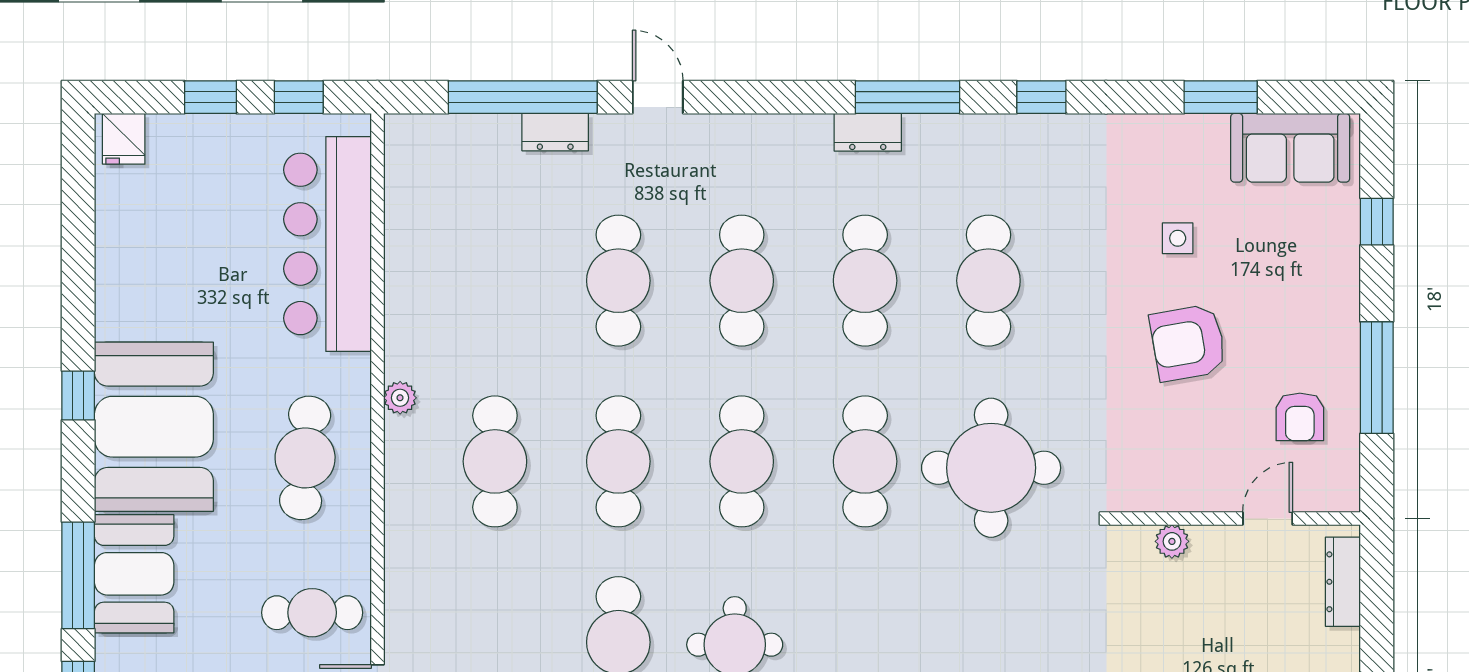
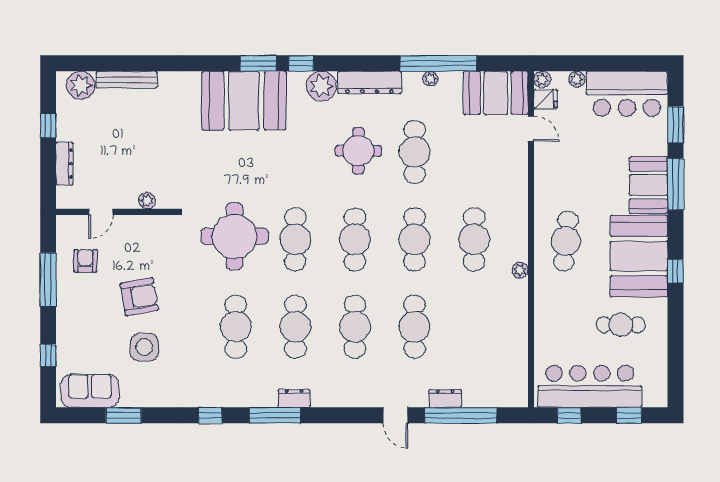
window: (211, 97) -> (629, 415), moved
fridge: (124, 139) -> (654, 395), removed
side table: (1178, 238) -> (144, 347), width x1.87, depth x1.87
bar counter: (328, 244) -> (590, 386), moved, turned -90
dresser: (1343, 582) -> (64, 164), moved
cafe table: (312, 613) -> (621, 325), moved

